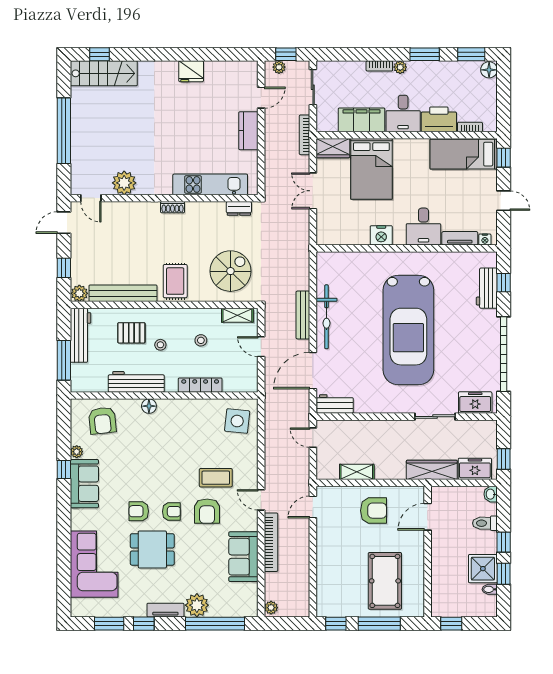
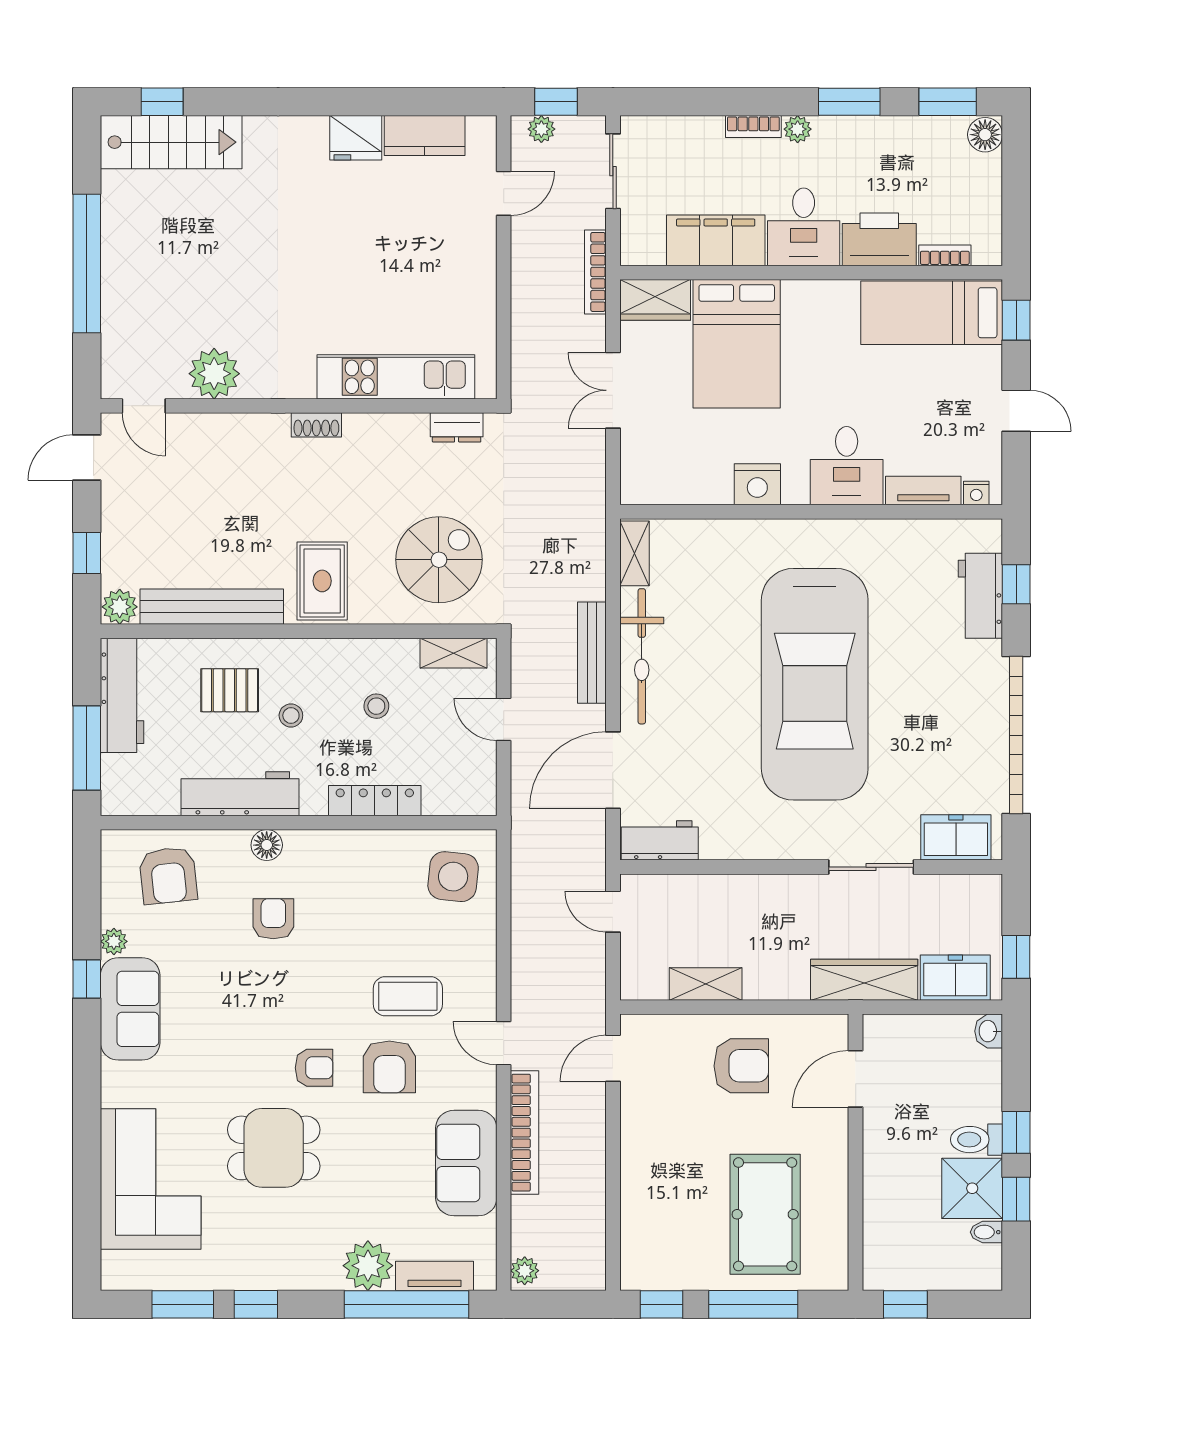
kitchen counter: (248, 131) -> (425, 136), moved, turned -90
shelving: (323, 268) -> (634, 553), added
armchair: (139, 511) -> (273, 919), moved, turned 90
toilet: (485, 523) -> (976, 1140), moved
tv unit: (165, 610) -> (435, 1276), moved

